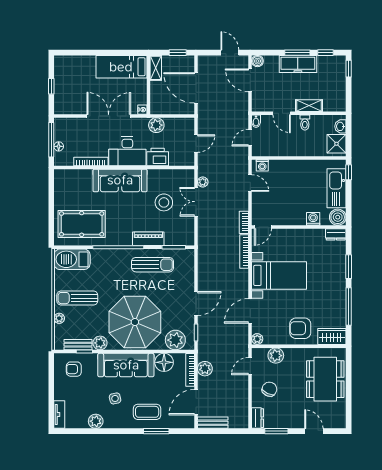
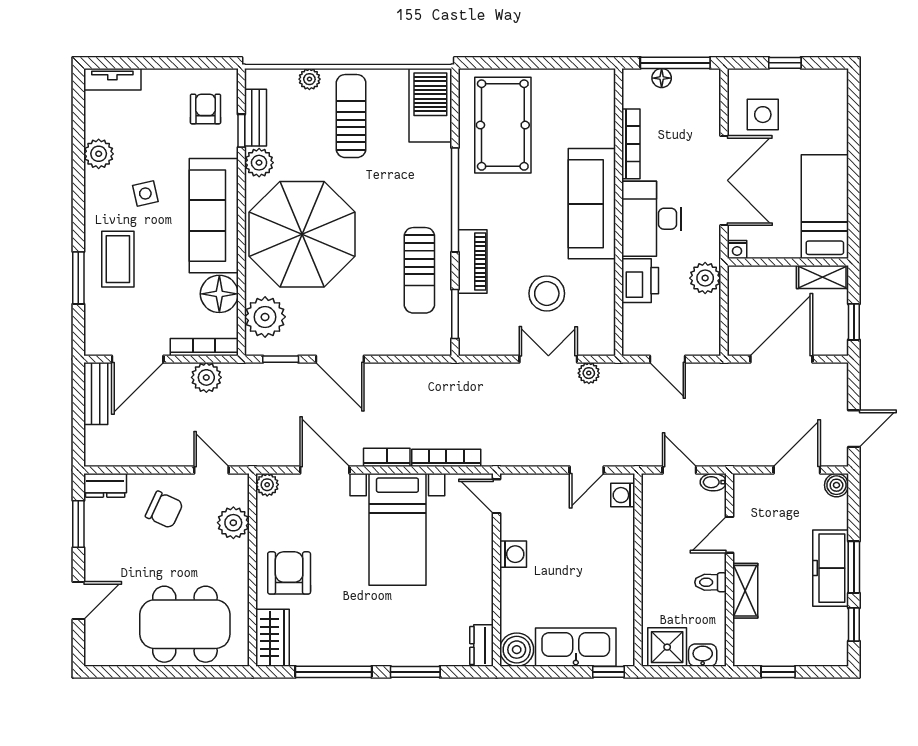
window: (349, 69) -> (778, 672), moved
side table: (77, 97) -> (763, 115), added
washing machine: (313, 219) -> (513, 554), moved
bookcase: (244, 222) -> (387, 457), moved
door: (196, 402) -> (138, 359), swing flipped

